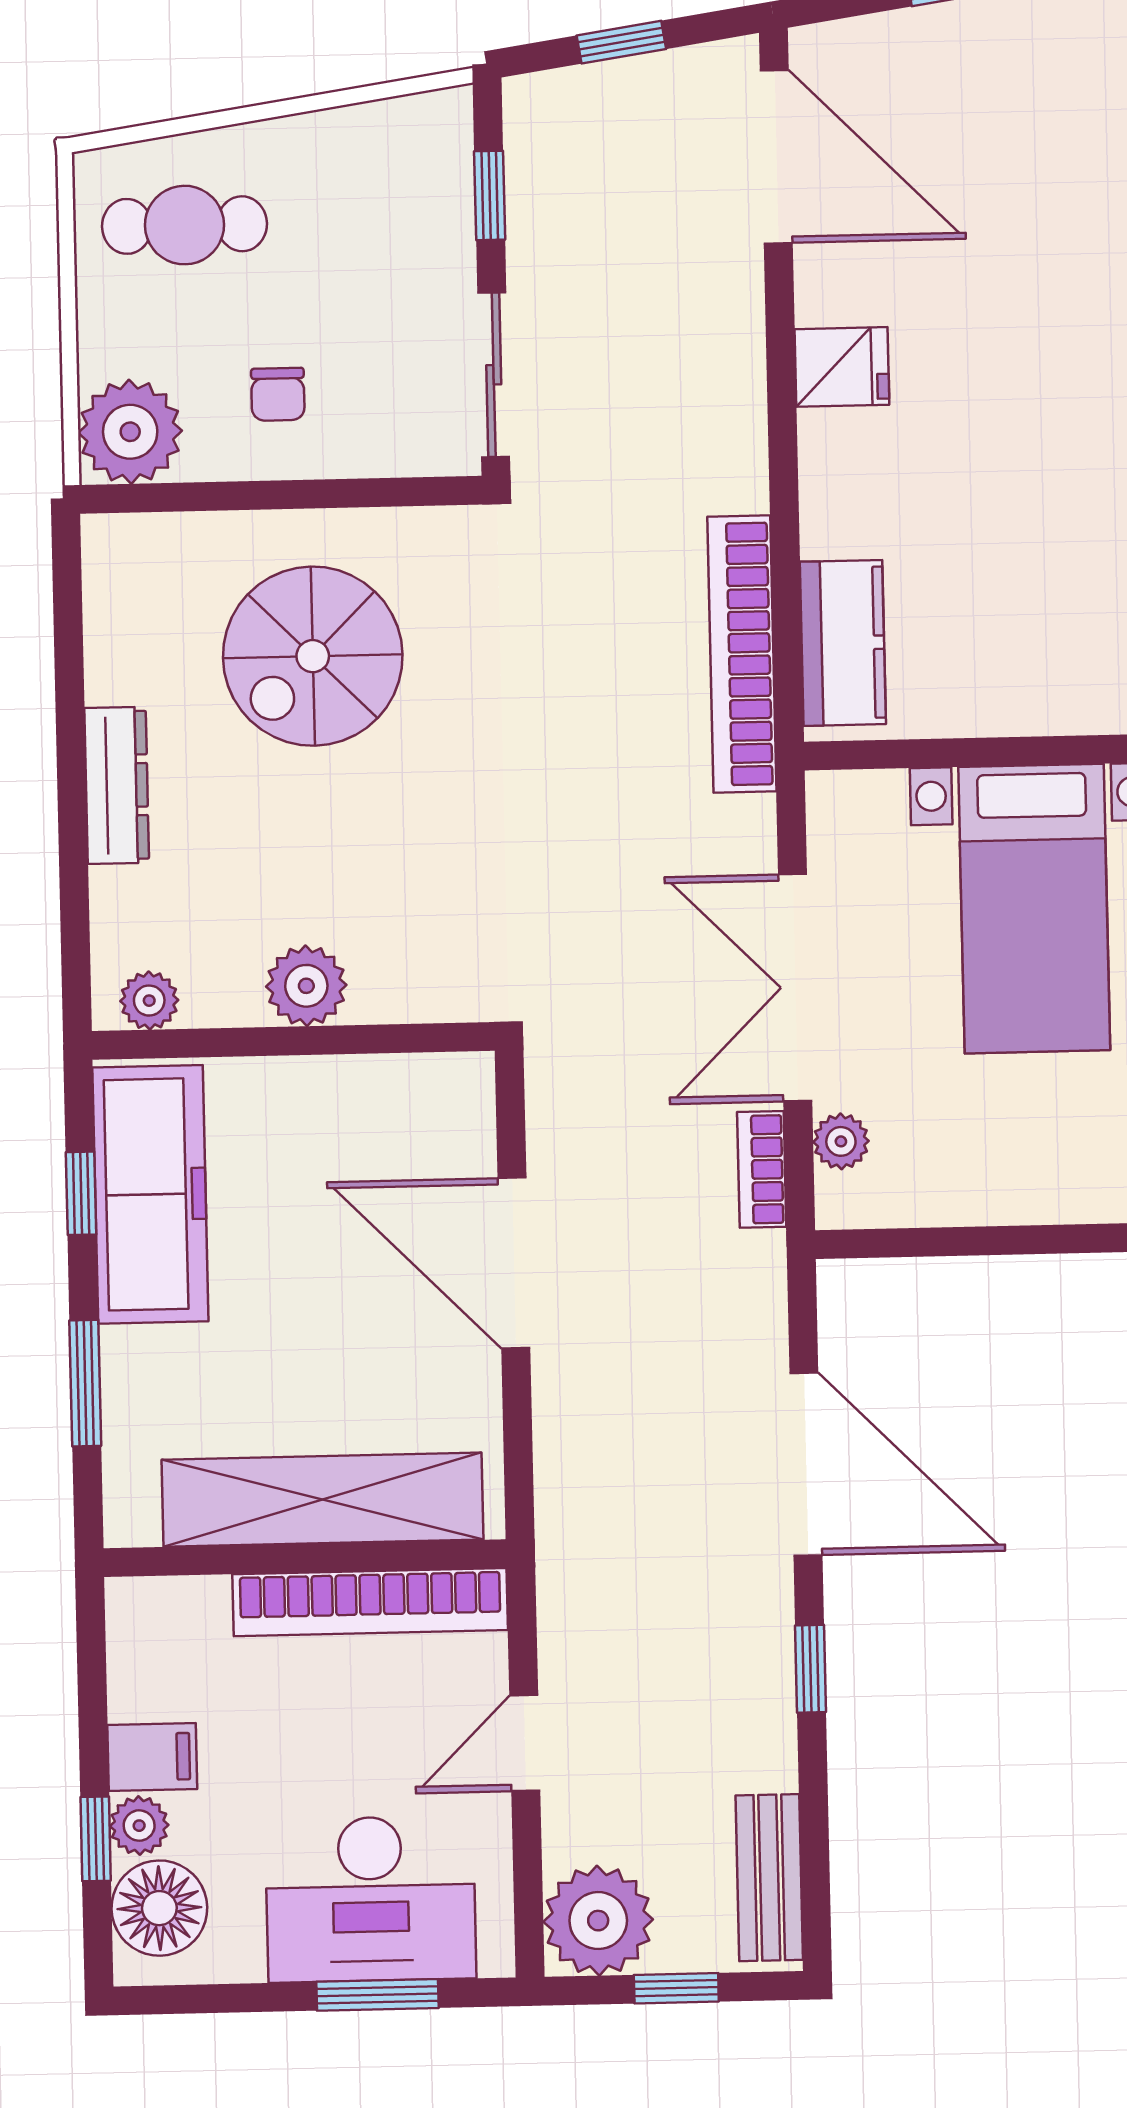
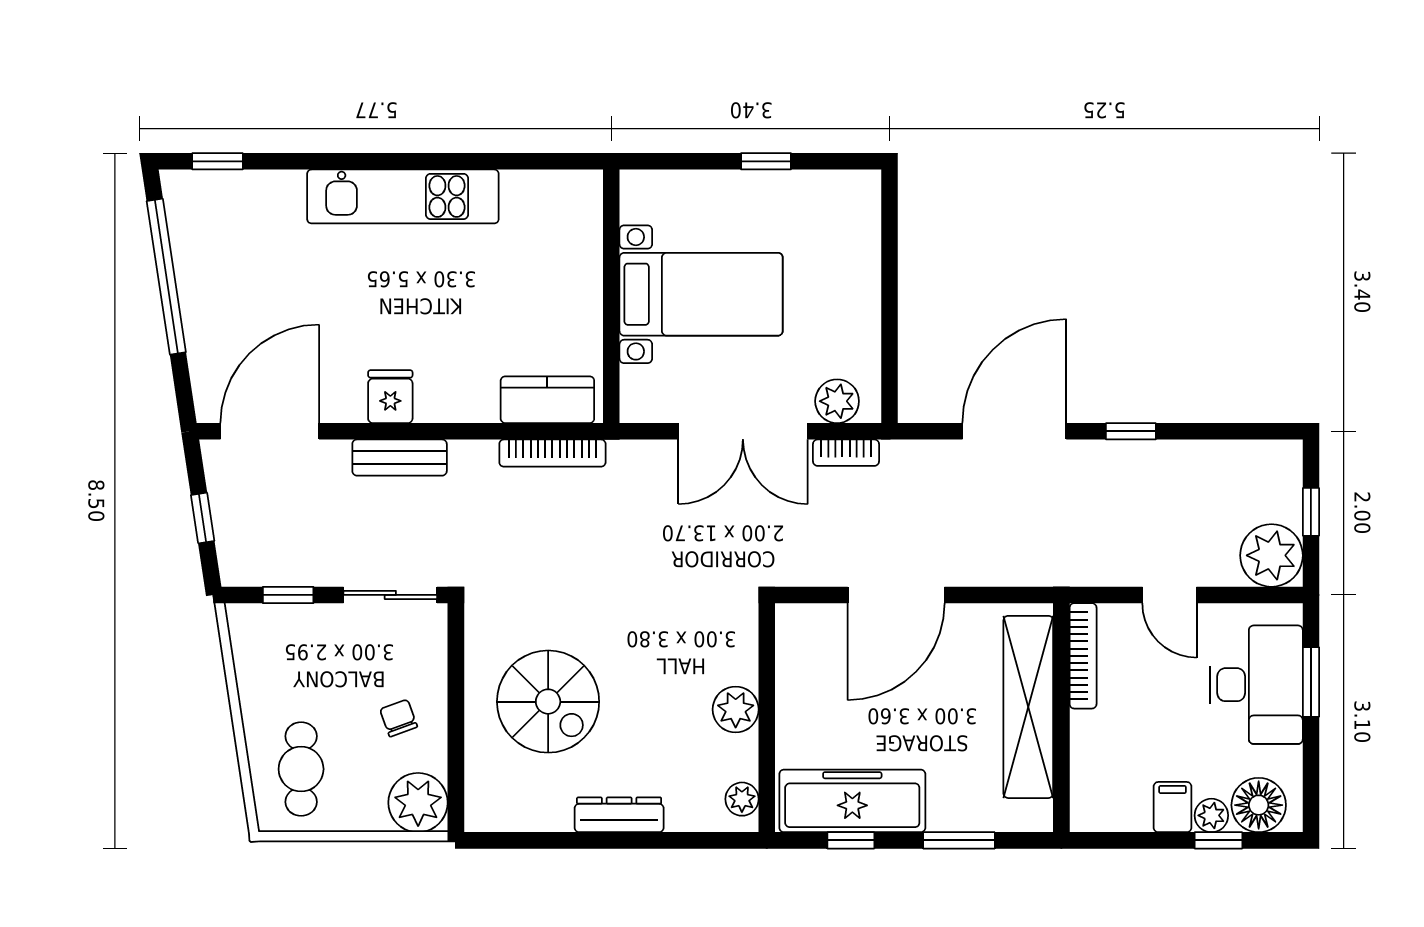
chair: (278, 394) -> (399, 718), turned -110
bookcase: (742, 654) -> (552, 453), width x0.68, depth x0.76
plant: (841, 1141) -> (837, 401), width x1.38, depth x1.38
bookcase: (370, 1602) -> (1083, 656), width x0.68, depth x0.76
bench: (769, 1878) -> (400, 458), moved

